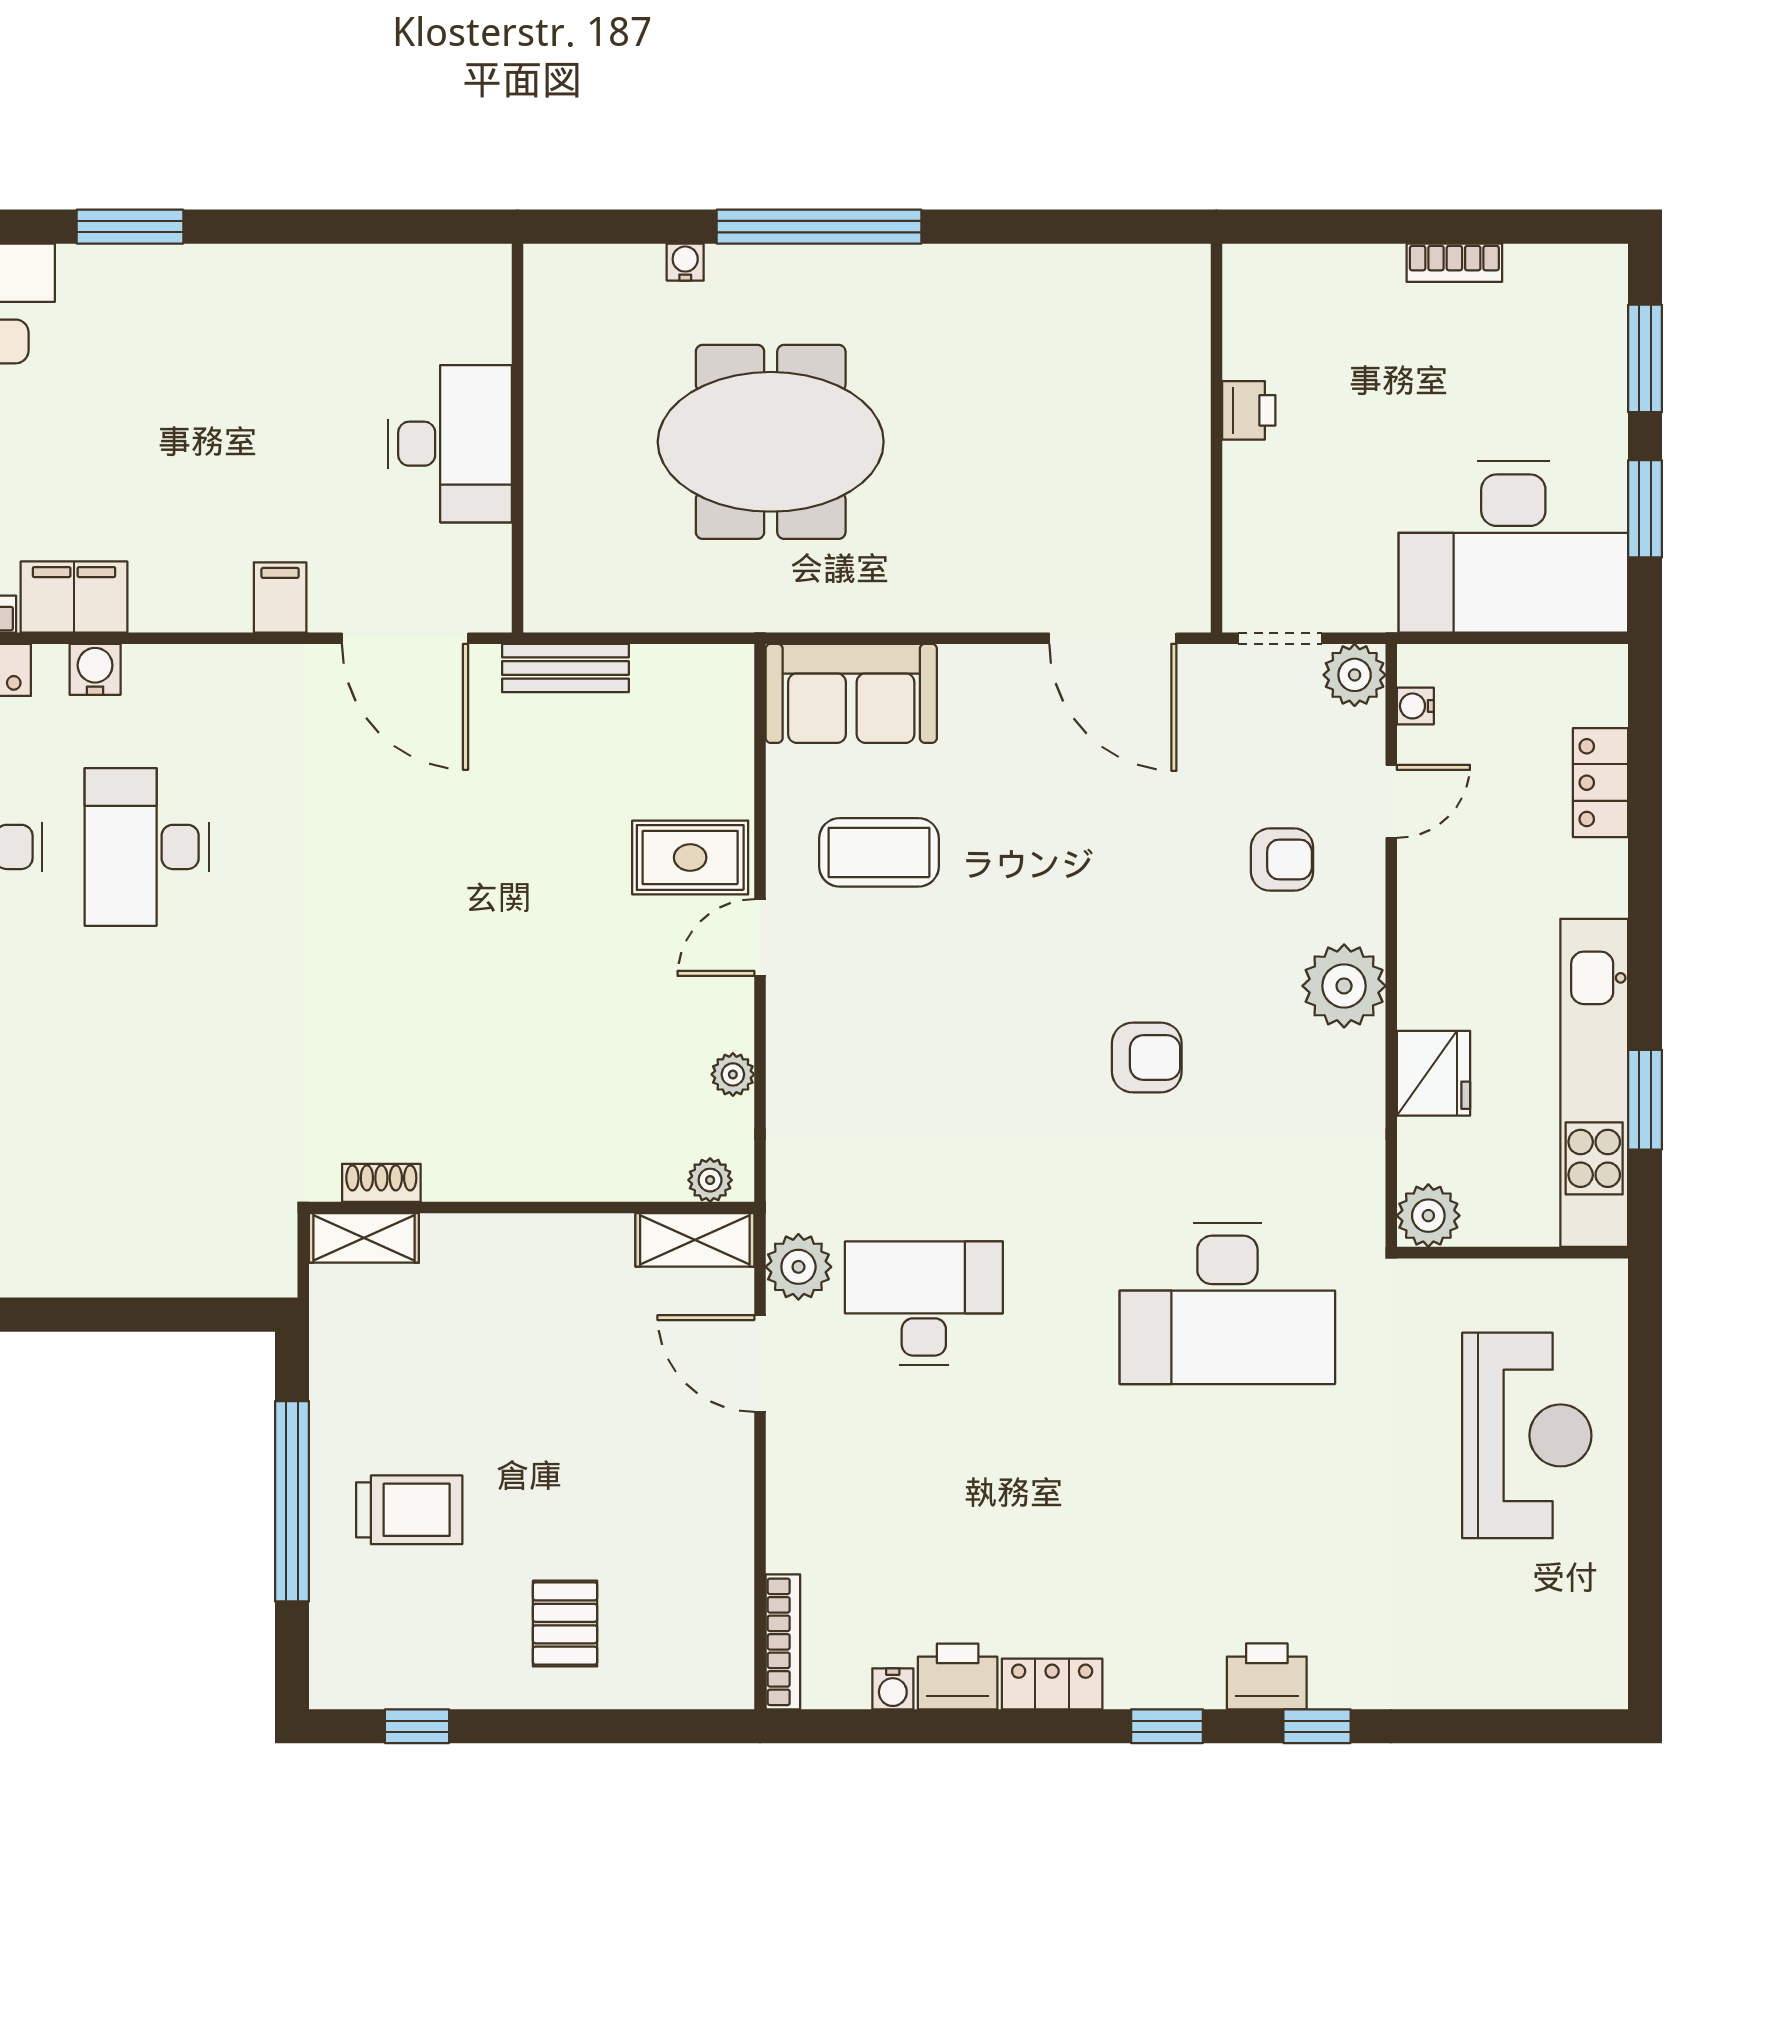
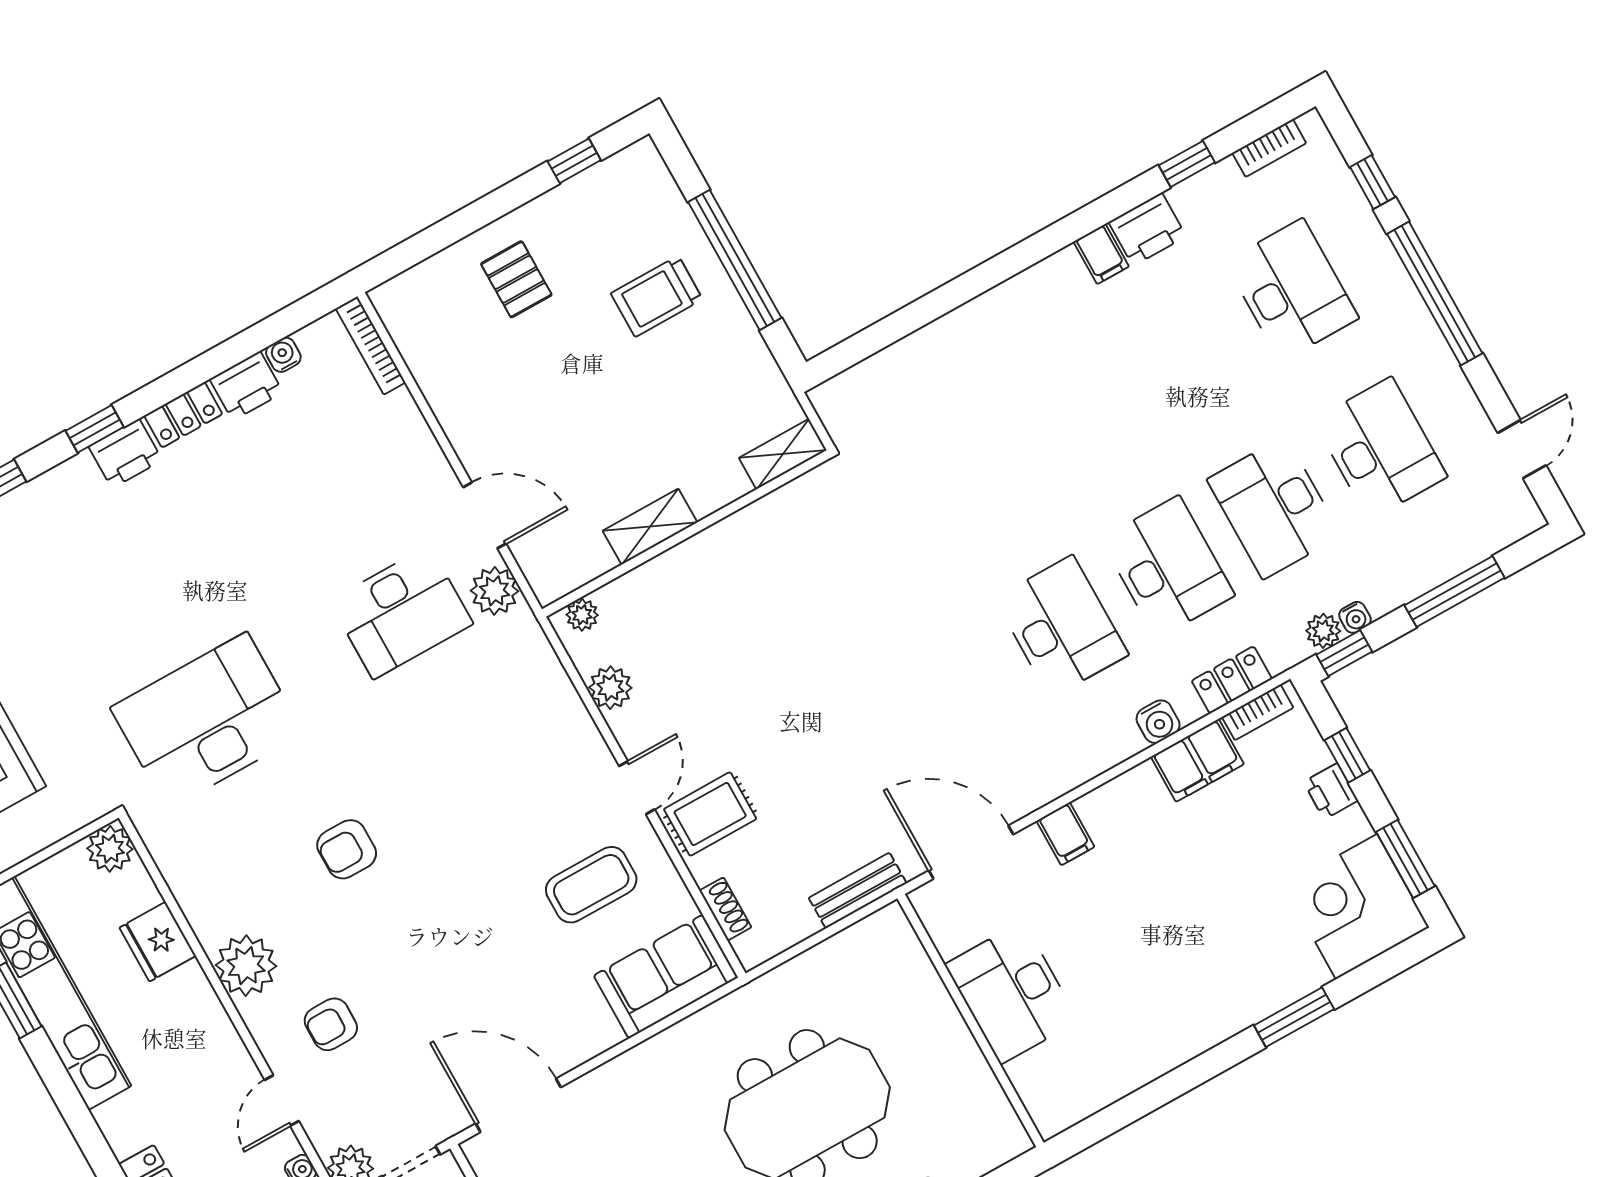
plant: (733, 1074) -> (610, 688), width x1.38, depth x1.38
shoe rack: (381, 1183) -> (725, 909), moved, turned -90
shelving: (695, 1240) -> (650, 527), moved
printer: (1267, 1676) -> (125, 453), moved

